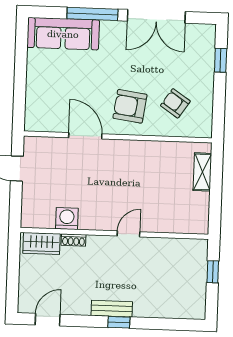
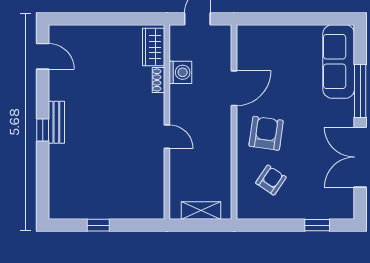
washing machine: (67, 219) -> (180, 72), moved
wall: (114, 233) -> (167, 122), moved
door: (129, 234) -> (167, 137), moved
shoe rack: (74, 240) -> (158, 80), moved
wardrobe: (41, 243) -> (154, 47), moved

